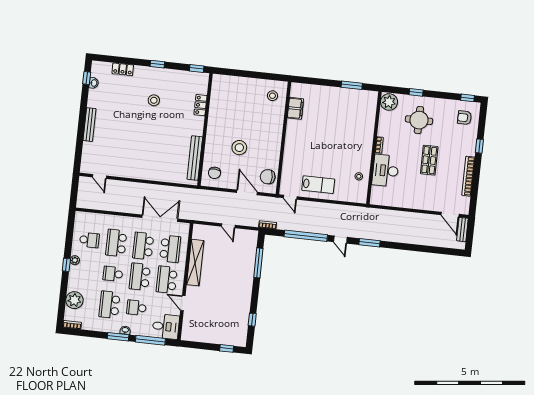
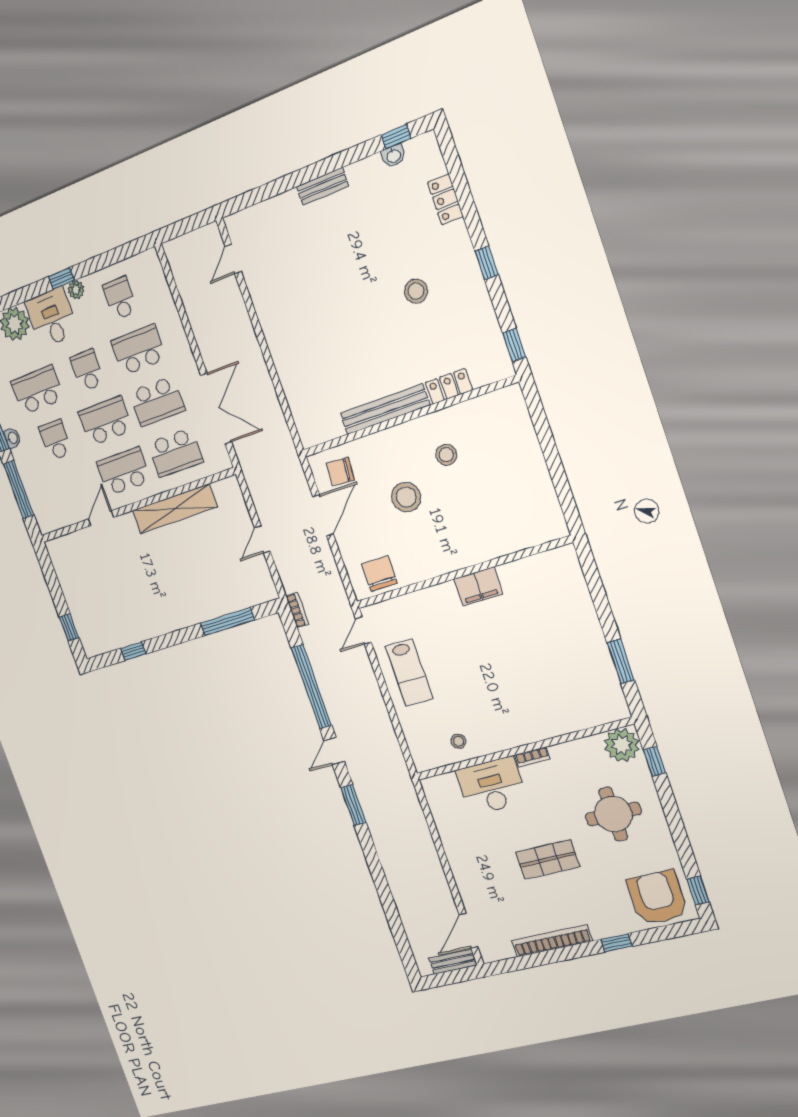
window: (416, 92) -> (654, 761), moved
stool: (272, 96) -> (446, 455), moved
filing cabinet: (295, 108) -> (478, 586), moved
armchair: (465, 118) -> (657, 898), width x1.88, depth x1.88
bench: (90, 125) -> (323, 186), width x0.73
bench: (195, 158) -> (385, 409), moved
door: (247, 192) -> (323, 515), moved
school desk: (89, 240) -> (120, 298), turned 180
school desk: (143, 246) -> (157, 401), turned 180
desk: (166, 327) -> (52, 318), moved, turned 180

